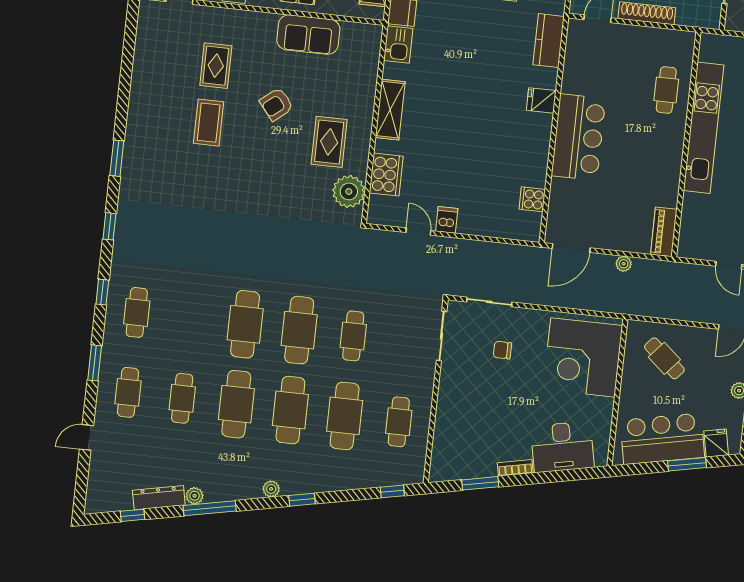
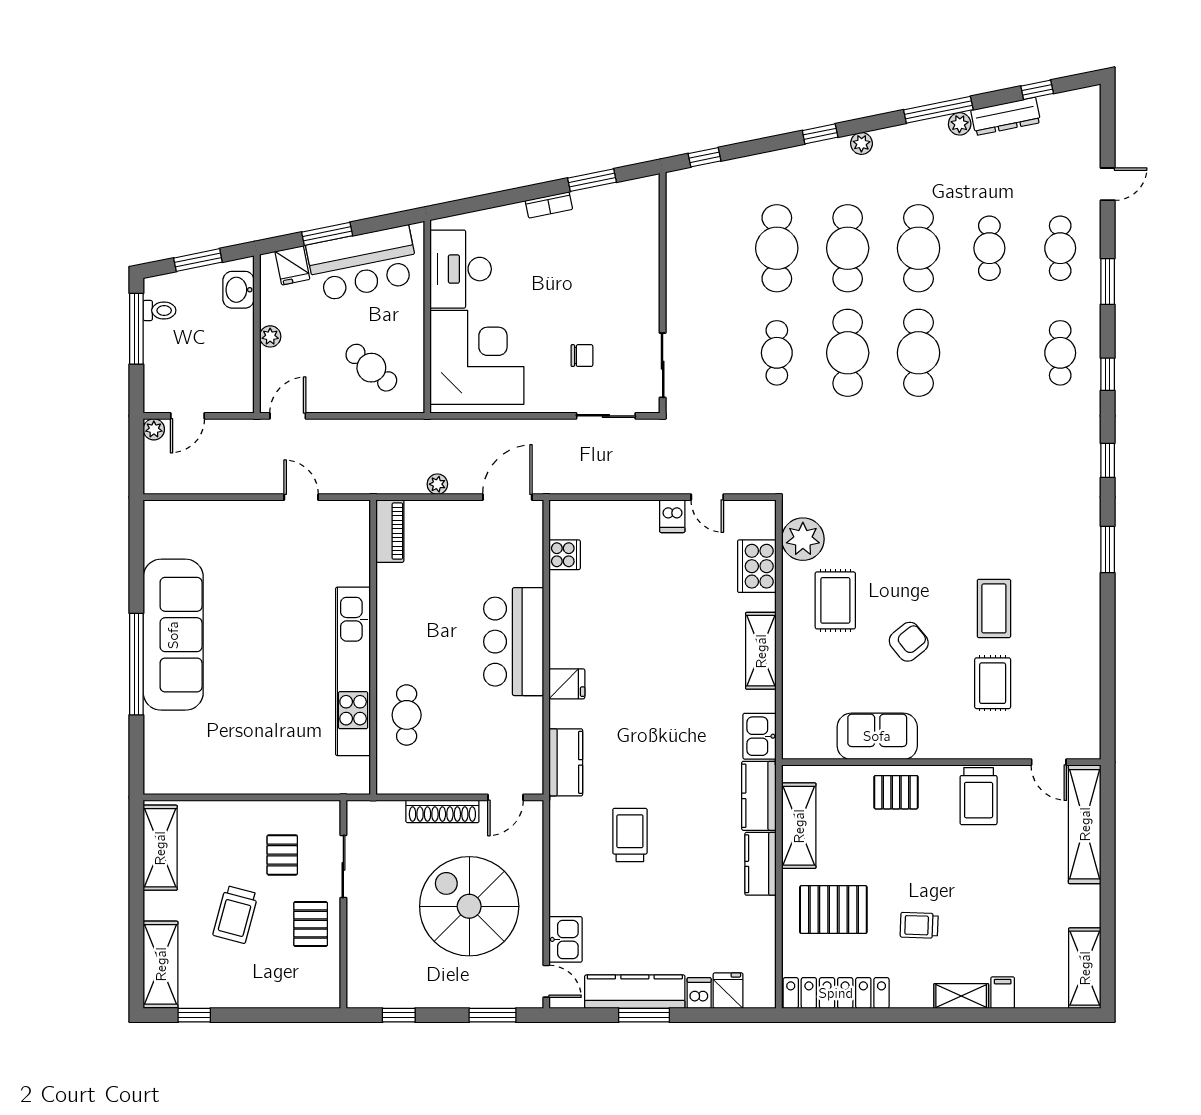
cafe table: (399, 422) -> (706, 248), removed
desk: (562, 447) -> (461, 269), moved, turned -79

